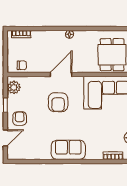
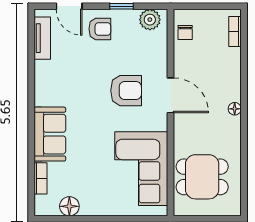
armchair: (58, 102) -> (126, 91), turned 180
sofa: (68, 150) -> (50, 134), moved
tv unit: (25, 155) -> (42, 38), added

